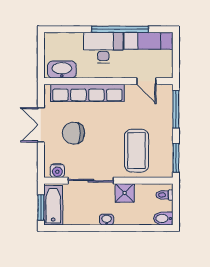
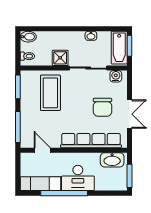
window: (41, 50) -> (129, 176), added
chair: (73, 133) -> (102, 107), turned 90
washbasin: (107, 220) -> (91, 36), moved

